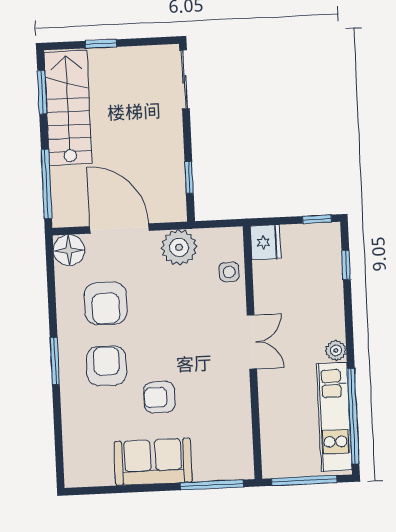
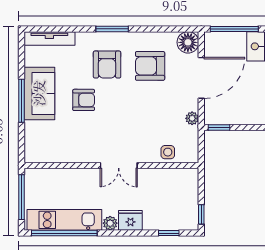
window: (189, 178) -> (219, 128), moved
fridge: (266, 242) -> (130, 220), moved, turned 180
plant: (179, 247) -> (192, 118), width x0.53, depth x0.53
armchair: (107, 366) -> (107, 65), turned 90
armchair: (159, 397) -> (84, 100), turned 90
tv unit: (73, 451) -> (49, 38), added
window: (212, 485) -> (21, 101), moved

